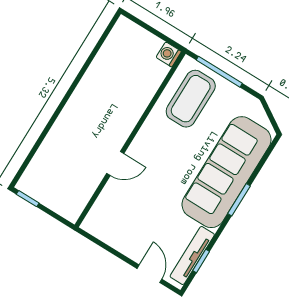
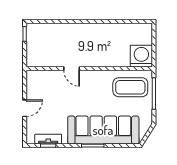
washing machine: (169, 54) -> (141, 56), width x1.89, depth x1.89
tv unit: (192, 256) -> (48, 139), width x0.71
door: (149, 274) -> (25, 108), moved

